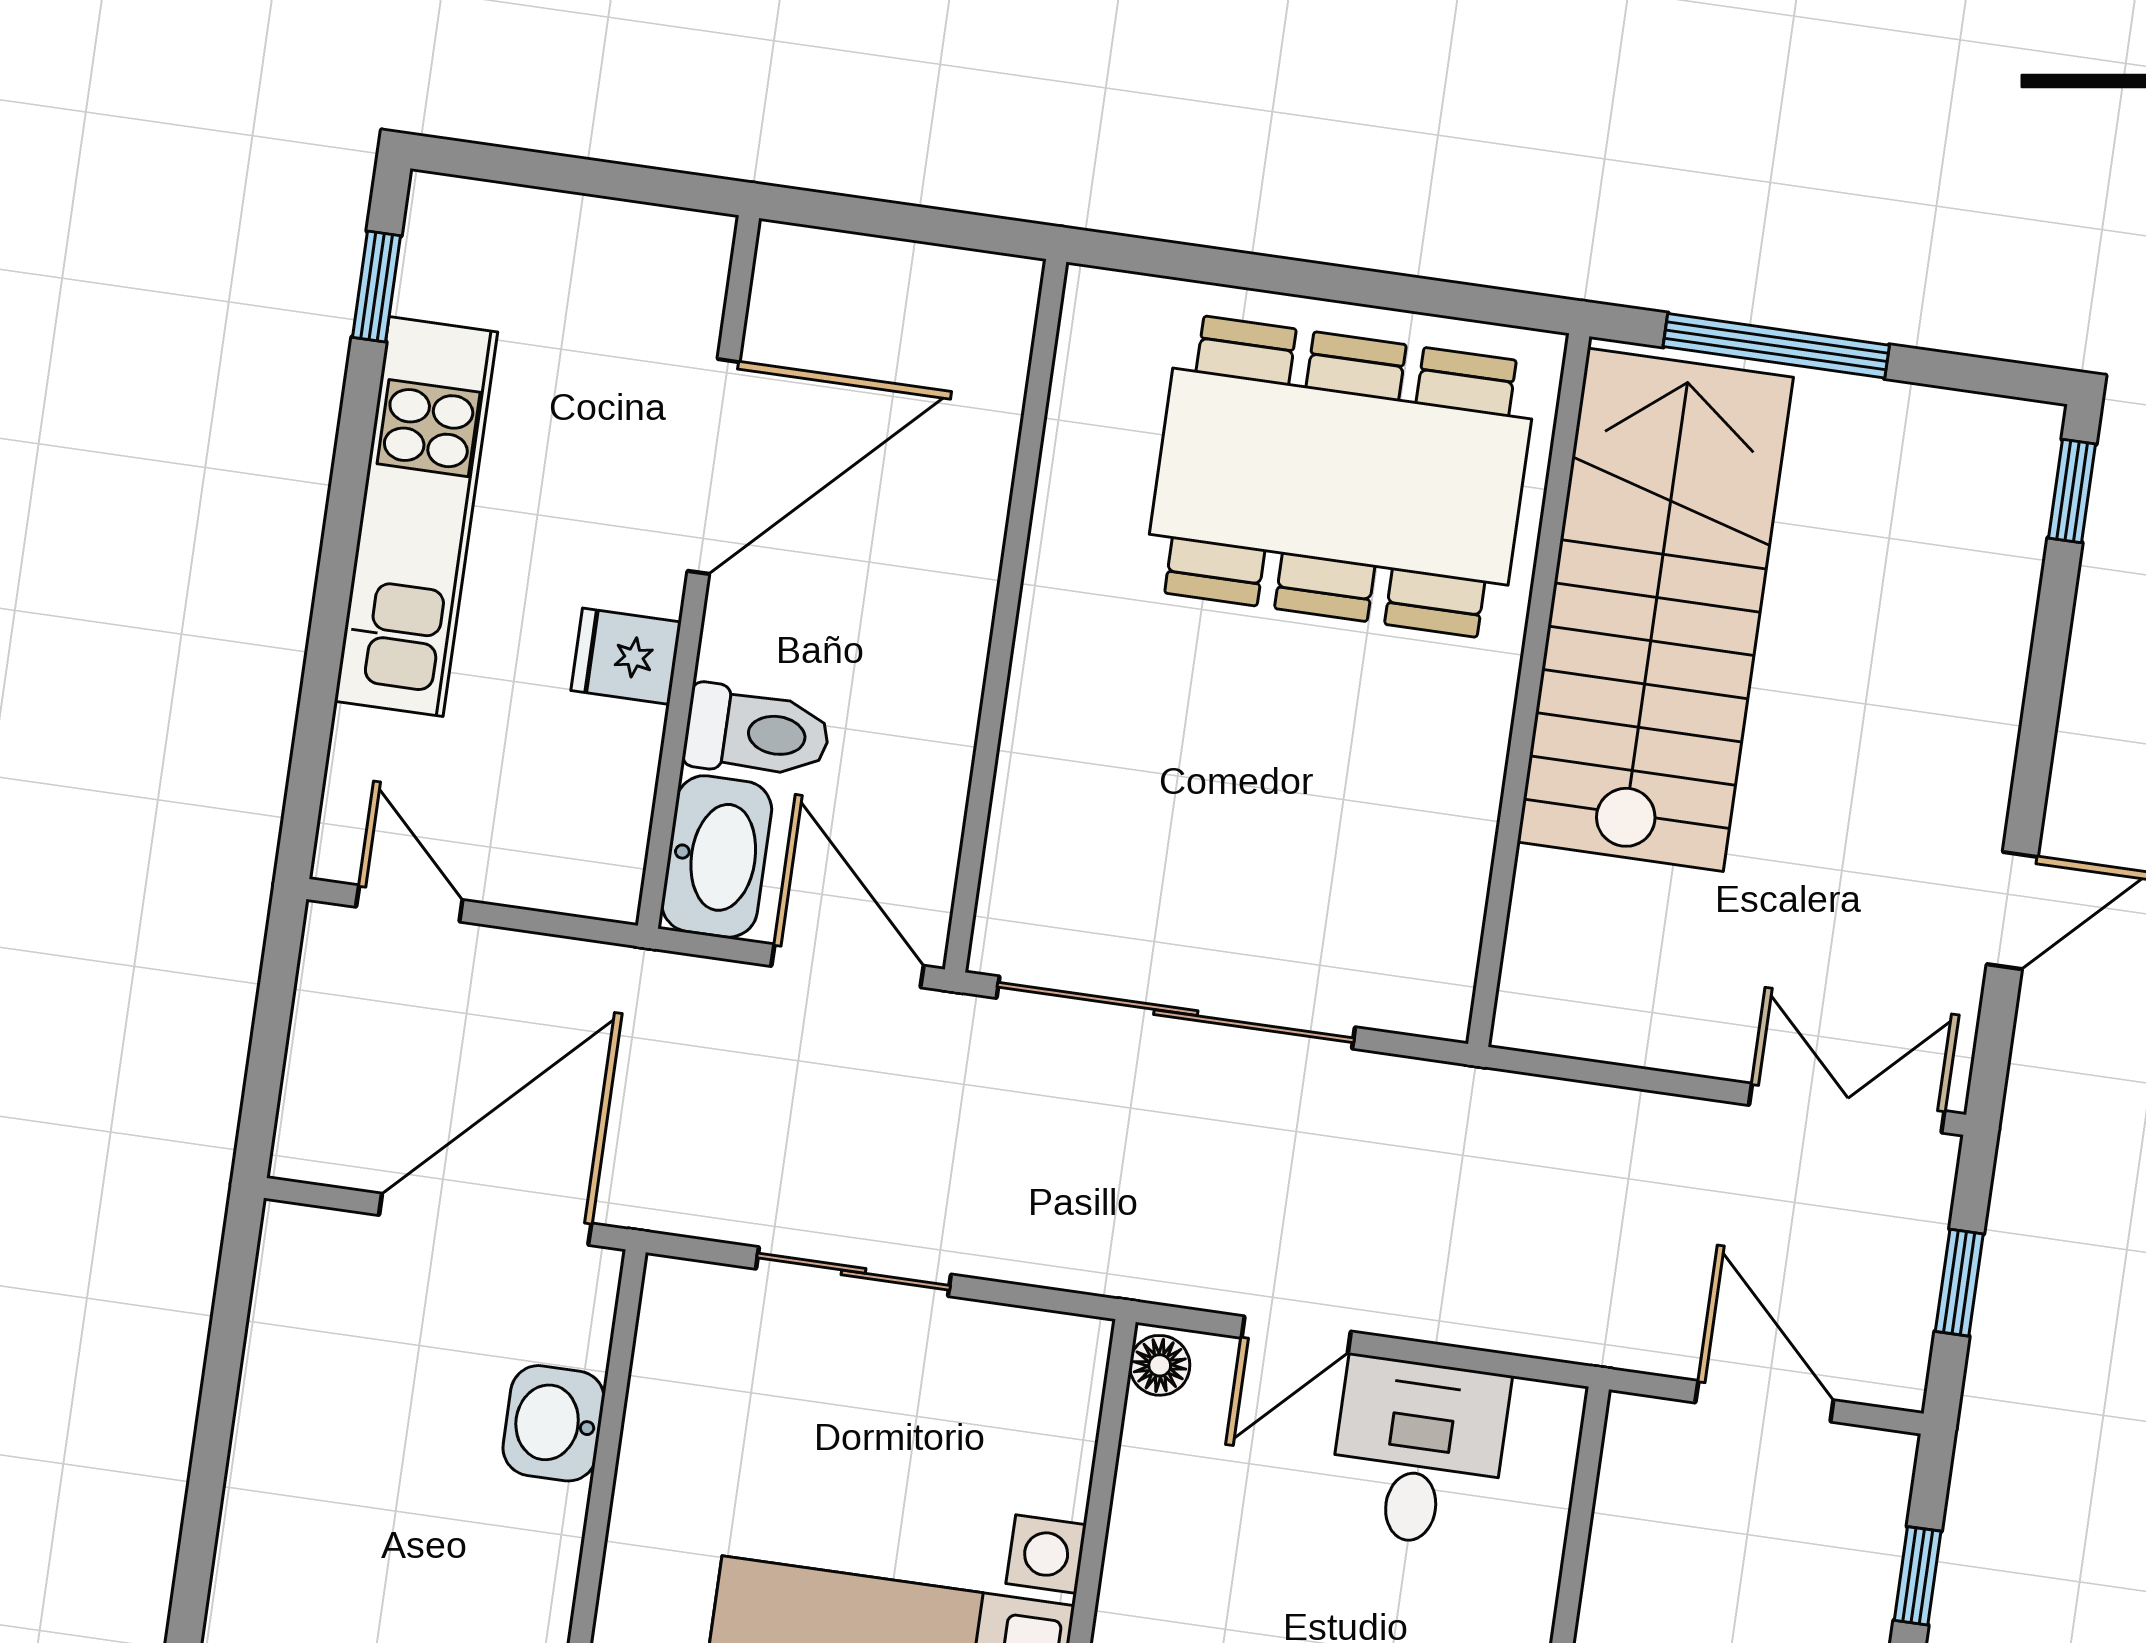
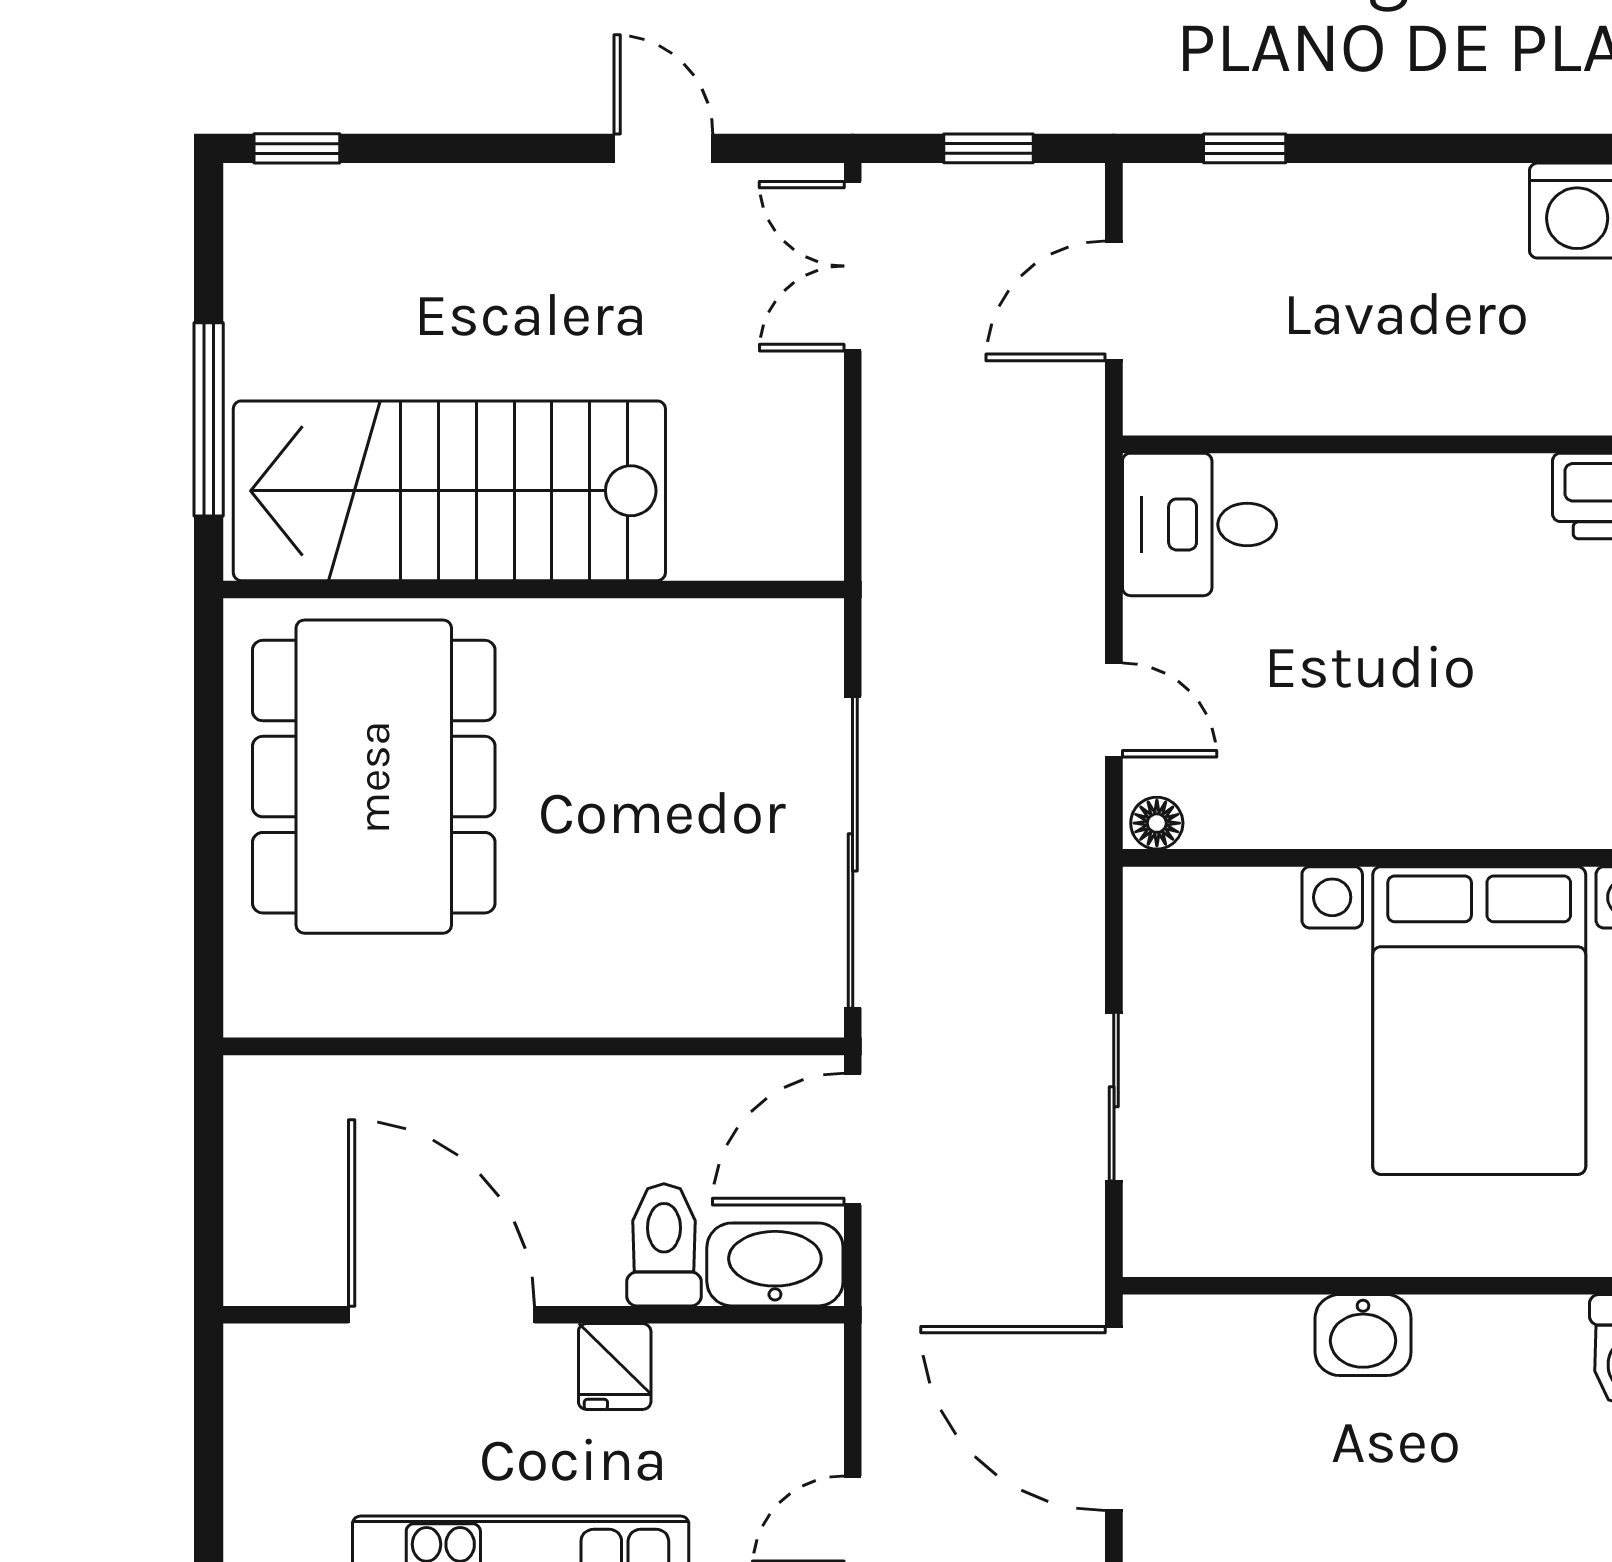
washbasin: (554, 1423) -> (1363, 1335), moved
desk: (1418, 1452) -> (1199, 524), moved

